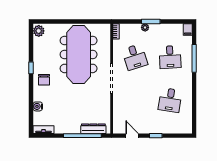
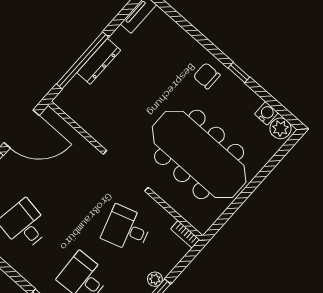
water cooler: (38, 106) -> (266, 113), moved
dresser: (93, 129) -> (99, 61), moved
door: (132, 136) -> (22, 129), width x1.88

